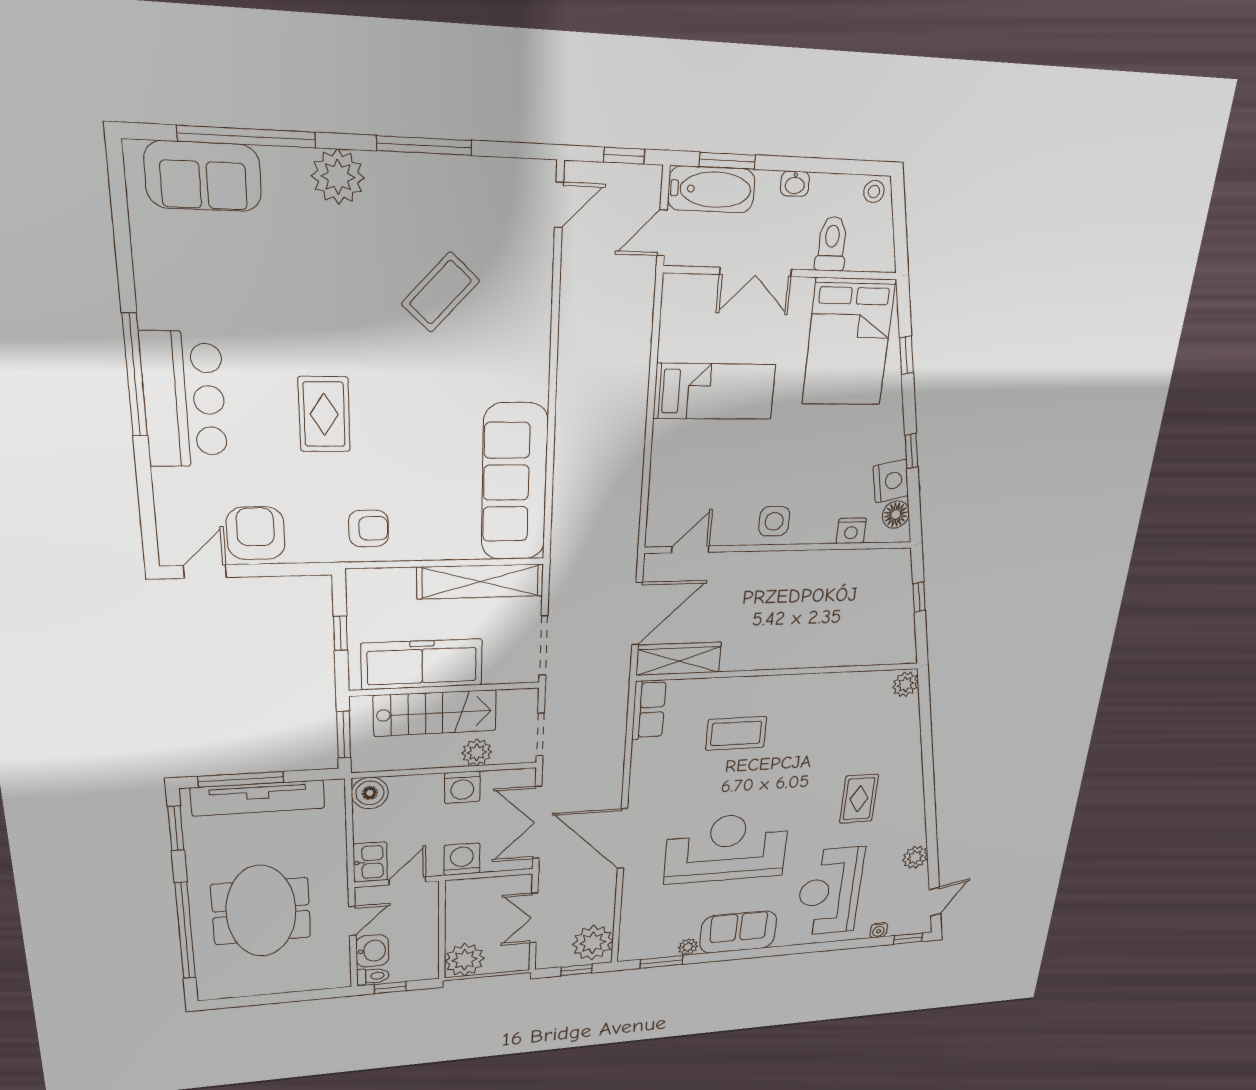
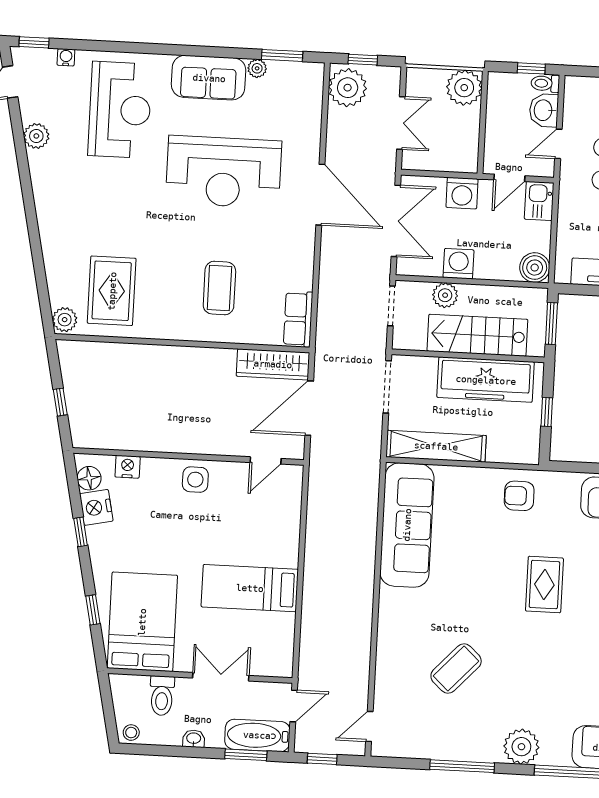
coffee table: (736, 733) -> (219, 288), turned 90
rug: (859, 799) -> (112, 291), moved, width x1.36, depth x1.43

